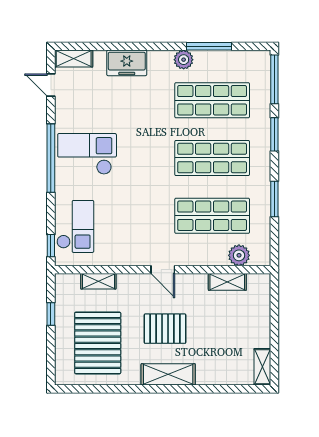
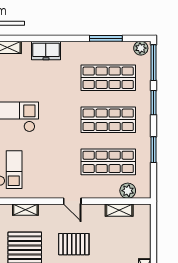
plant: (184, 60) -> (141, 48), moved

